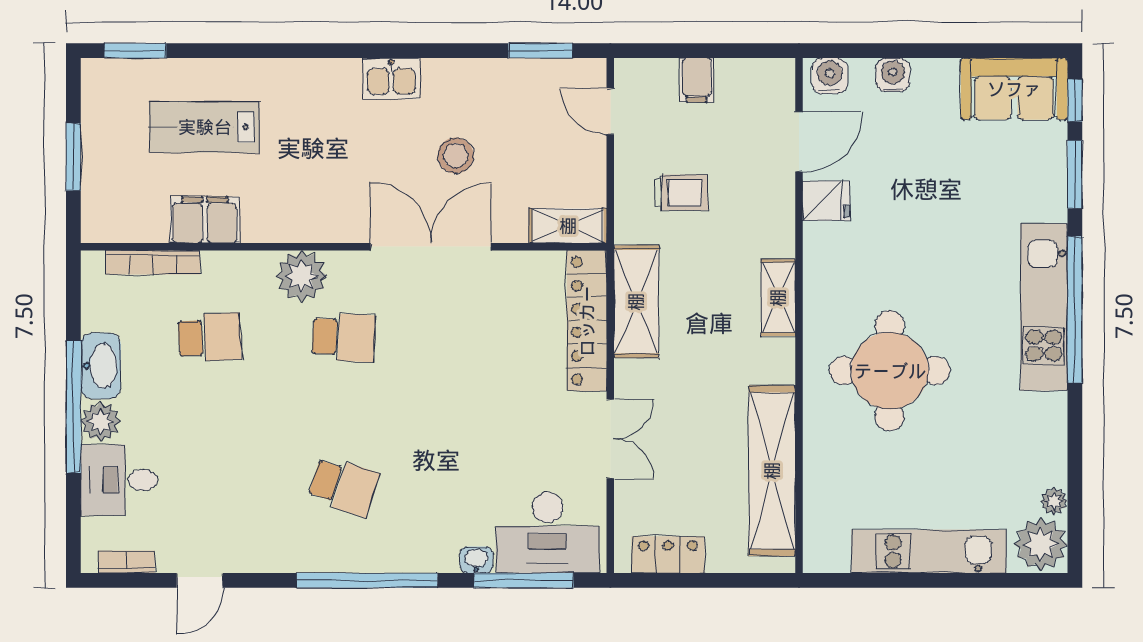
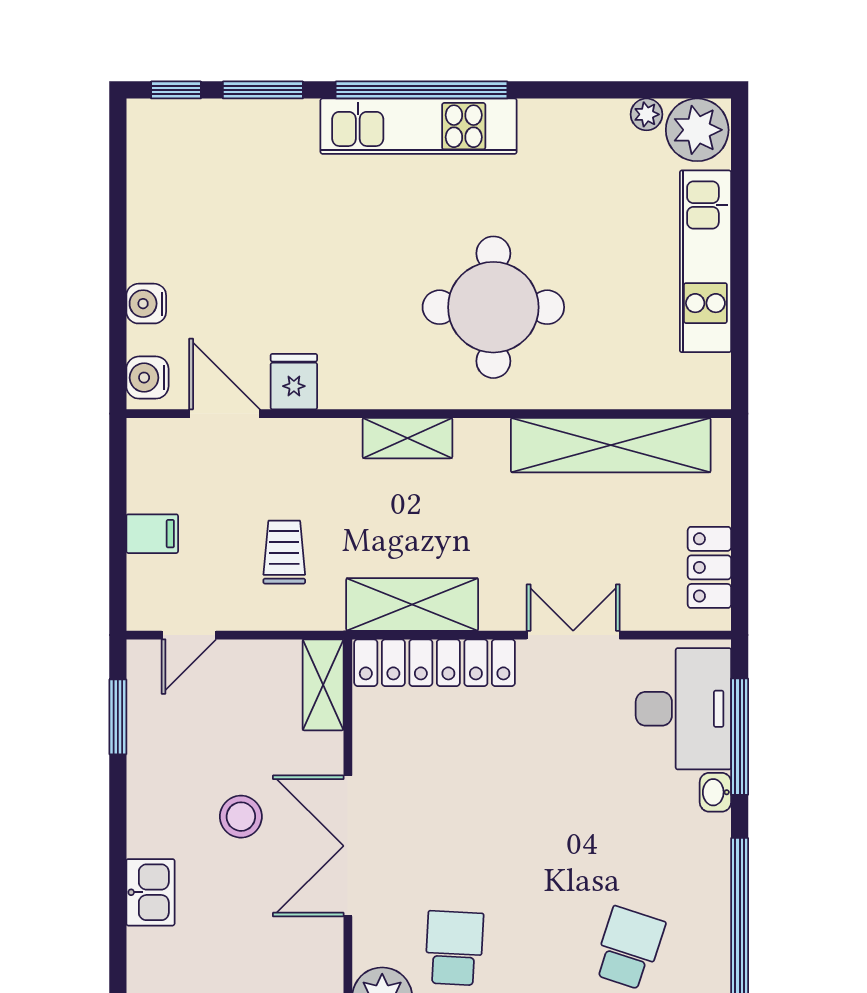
sofa: (1014, 89) -> (163, 161), removed

